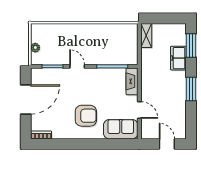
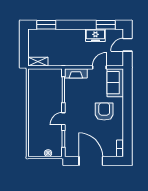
freezer: (178, 58) -> (95, 35), moved
window: (191, 89) -> (106, 25), moved

